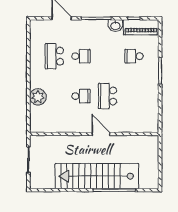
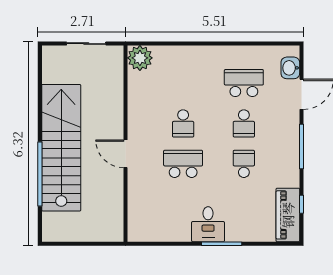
washbasin: (115, 26) -> (290, 68), moved
school desk: (134, 56) -> (244, 164), moved
desk: (147, 80) -> (208, 224), added
plant: (38, 97) -> (140, 58), moved
door: (101, 134) -> (125, 154), swing flipped

